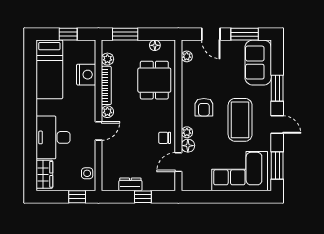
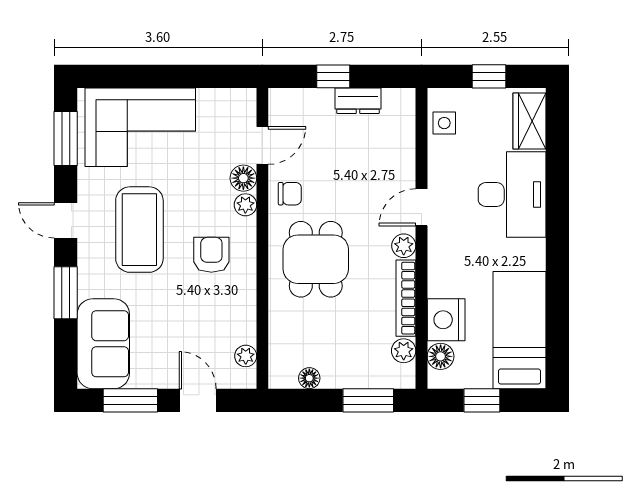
floor lamp: (89, 56) -> (441, 356), added
dining table: (154, 80) -> (316, 259), moved
window: (77, 197) -> (489, 76), moved

